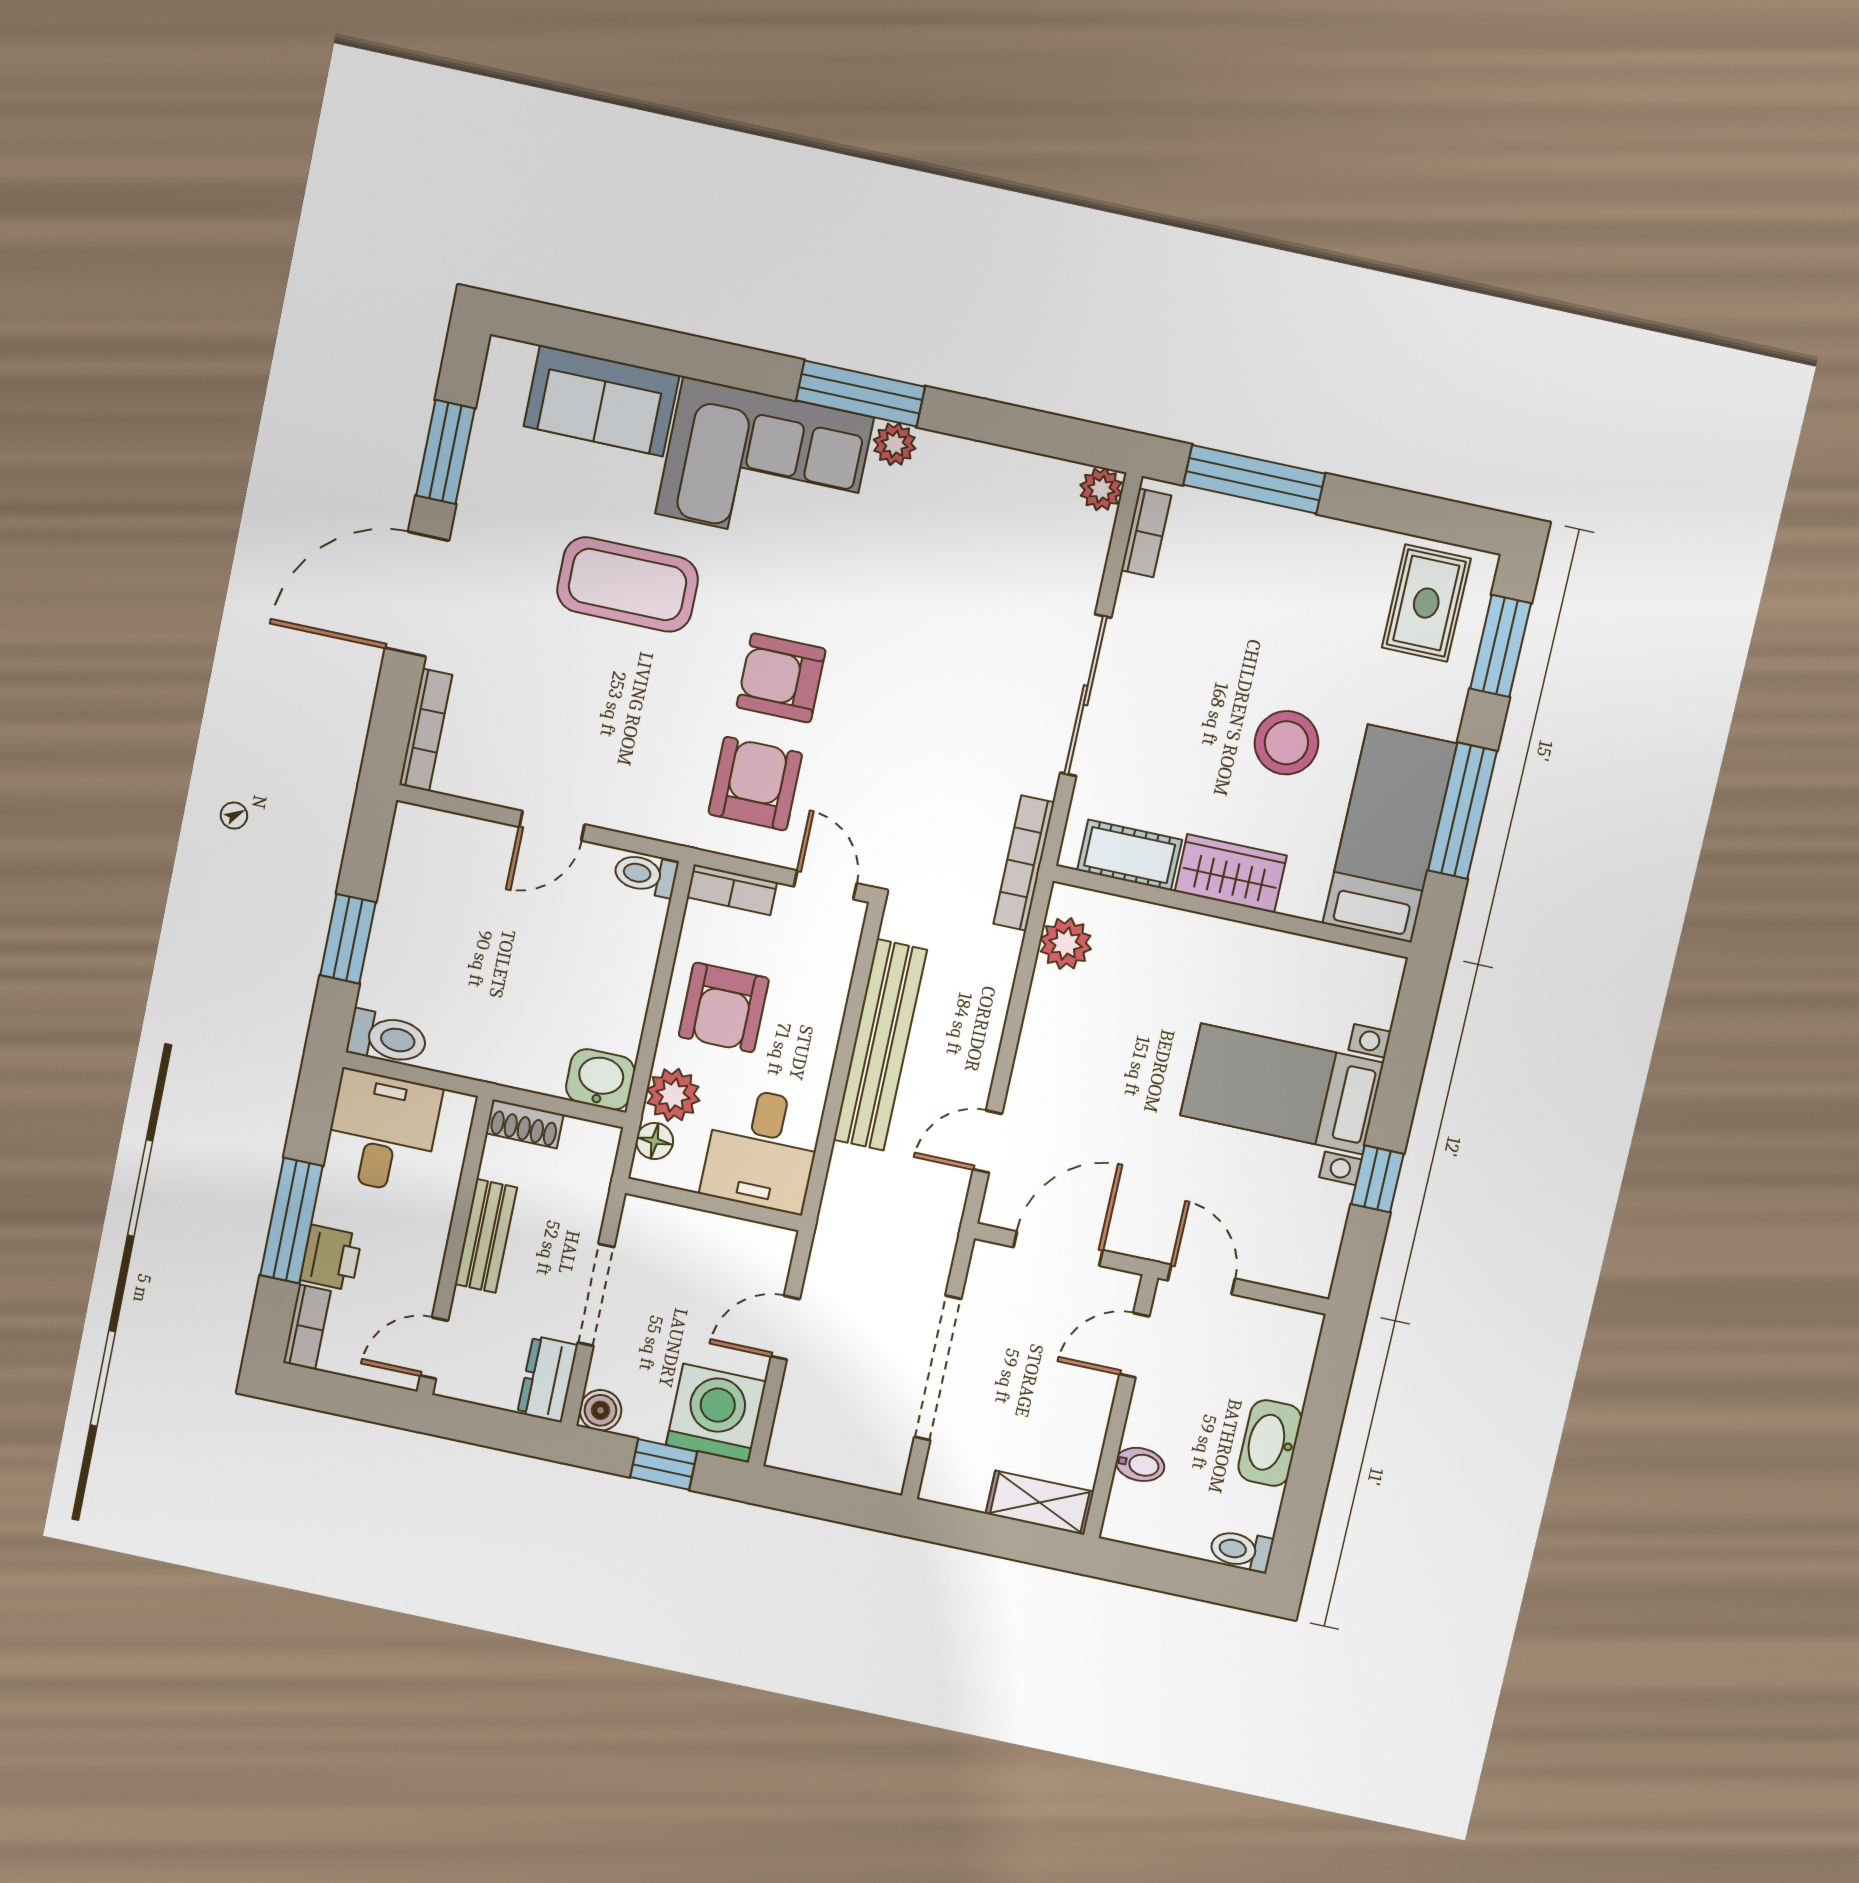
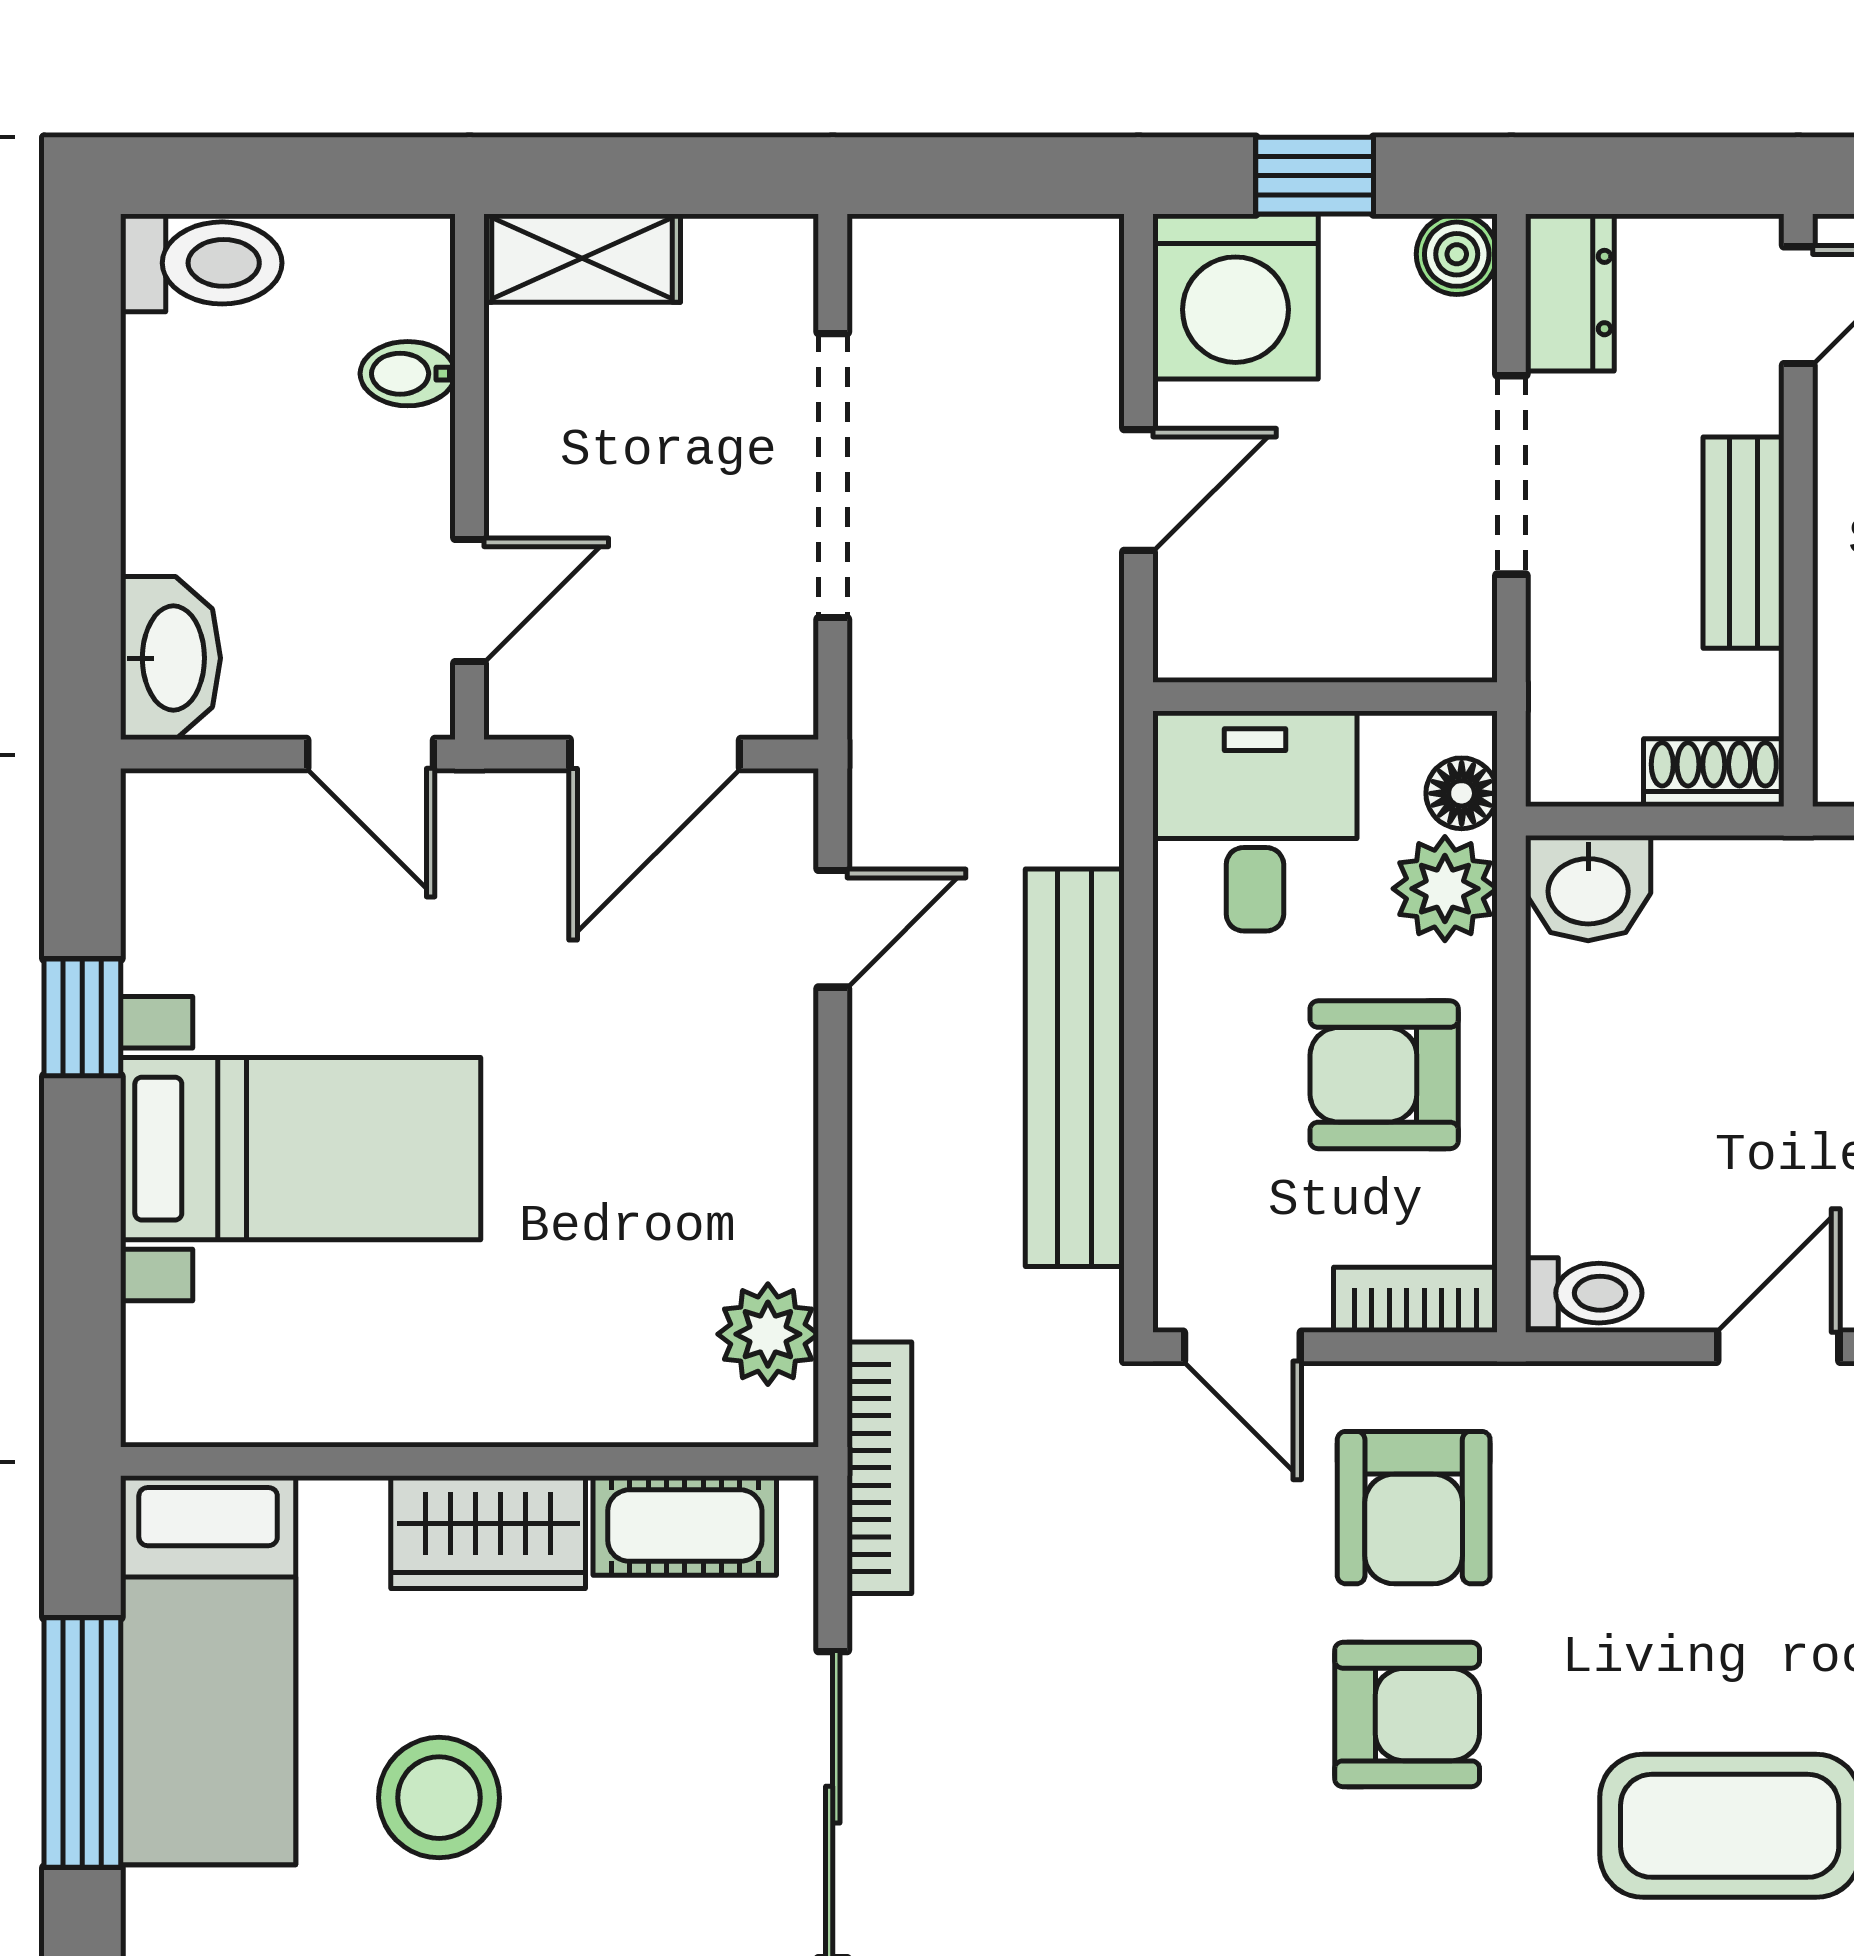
armchair: (724, 1007) -> (1384, 1075), turned -90
washbasin: (1270, 1443) -> (170, 658), moved
toilet: (1241, 1550) -> (201, 263), width x1.37, depth x1.39

